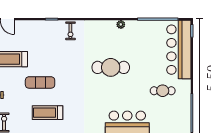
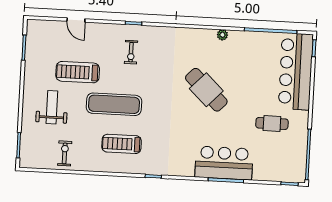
exercise bike: (70, 31) -> (131, 52), moved
cafe table: (111, 67) -> (206, 90), turned 44
exercise mat: (40, 82) -> (114, 104), width x1.36, depth x1.45

